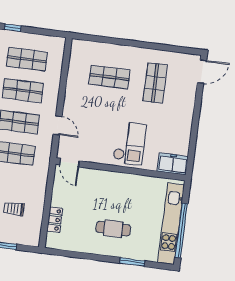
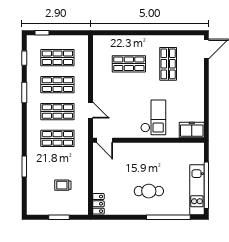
locker: (55, 220) -> (98, 204), moved
kitchen unit: (171, 224) -> (197, 190), width x0.73
window: (132, 262) -> (168, 217), width x2.11

